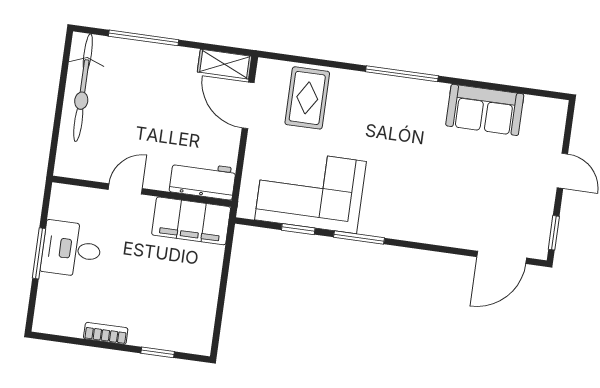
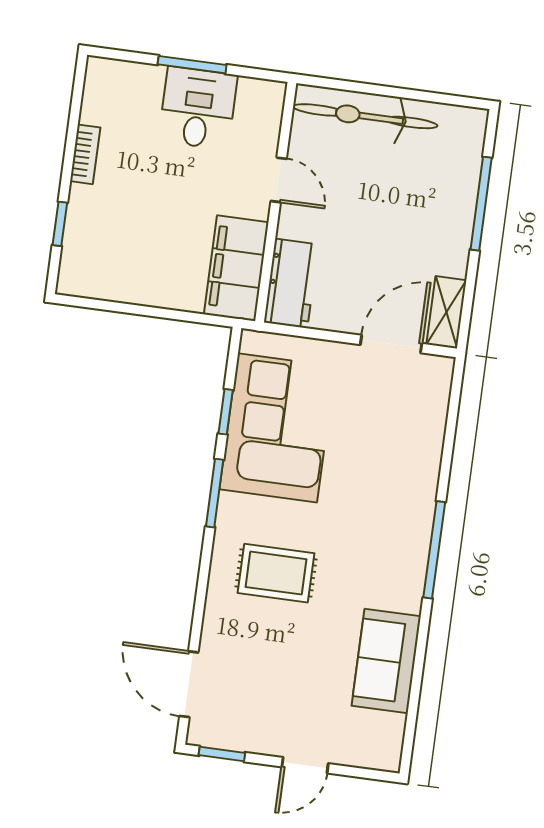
bicycle: (83, 88) -> (365, 116), moved
rug: (307, 98) -> (276, 573), moved

